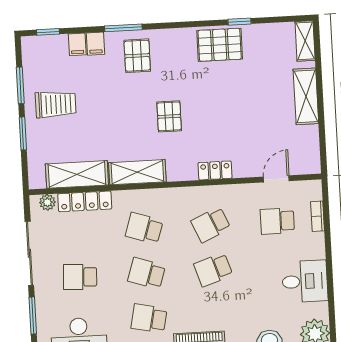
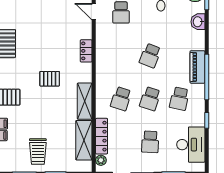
trolley: (56, 104) -> (38, 151), turned 180
school desk: (211, 225) -> (121, 56), removed
school desk: (213, 270) -> (150, 56), turned 39

